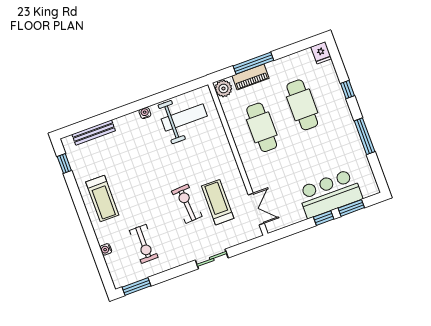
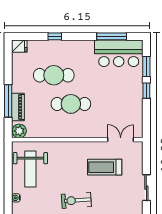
weight bench: (184, 117) -> (30, 169), turned 180
cafe table: (262, 127) -> (71, 104), moved
window: (365, 136) -> (112, 36), moved
bar counter: (330, 194) -> (119, 53), moved, turned -90
exercise bike: (187, 204) -> (76, 200), moved

